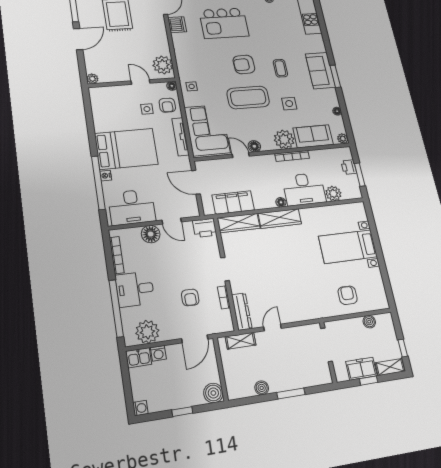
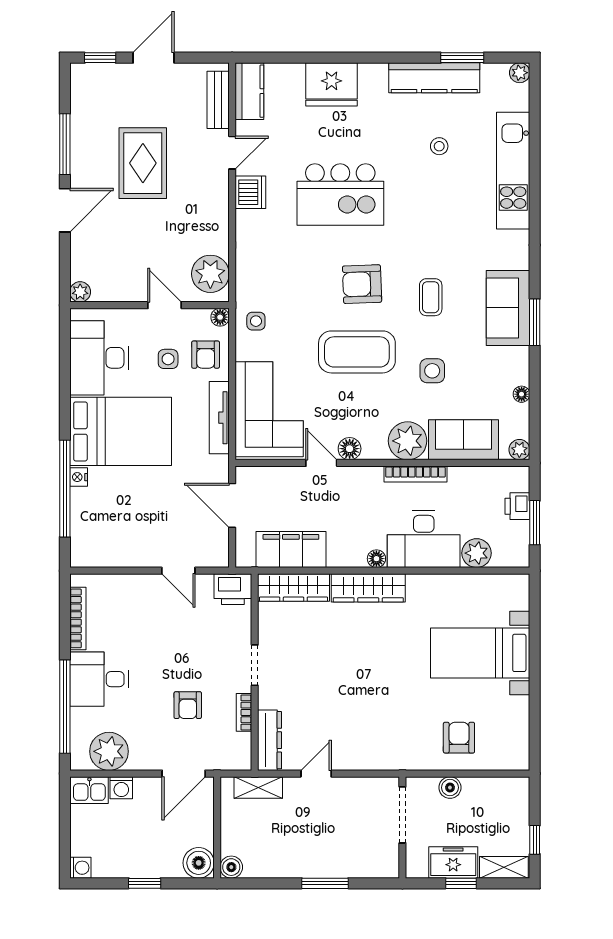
desk: (132, 207) -> (99, 358), moved, turned 90
floor lamp: (151, 234) -> (139, 589), removed
boiler: (369, 322) -> (450, 788), moved
boiler: (262, 388) -> (231, 867), moved

